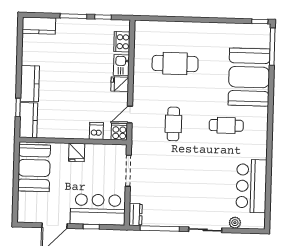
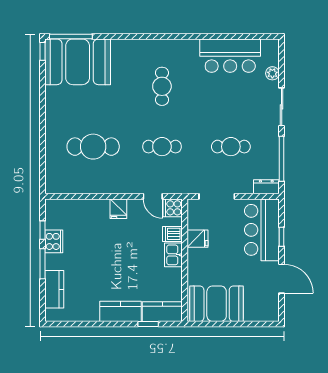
kitchen counter: (39, 26) -> (54, 289), moved
cooker: (122, 42) -> (54, 241), moved, turned -90
cafe table: (175, 64) -> (93, 147), turned 90
kitchen sink: (121, 65) -> (173, 255), moved, turned 90
booth: (249, 77) -> (78, 62), moved
fridge: (77, 152) -> (198, 239), moved
cafe table: (172, 184) -> (231, 147), added

